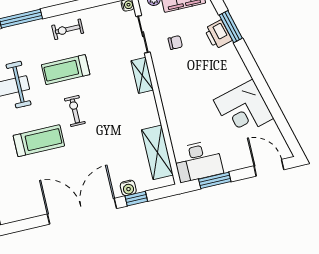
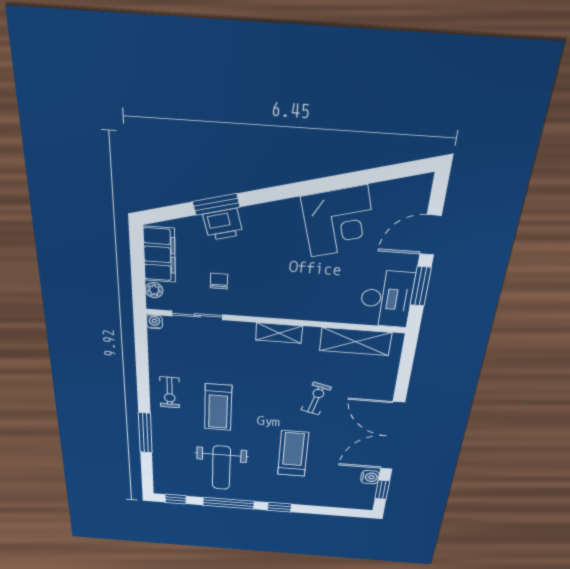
shelving: (142, 75) -> (279, 333), moved
exercise bike: (75, 111) -> (316, 399), moved, turned 105
door: (269, 168) -> (430, 235), moved
water cooler: (128, 188) -> (370, 477), moved
window: (136, 199) -> (382, 490), moved

